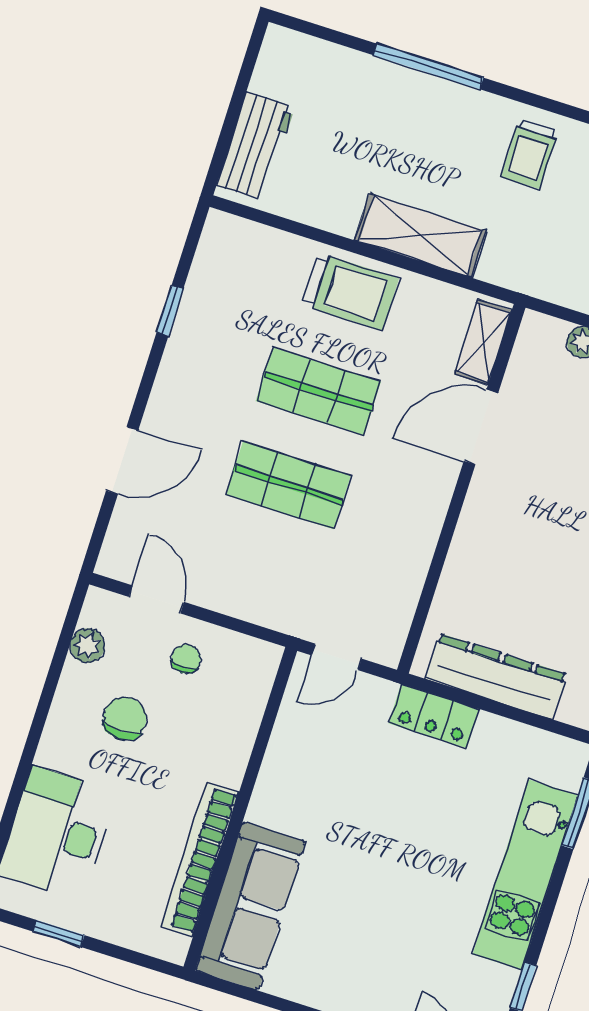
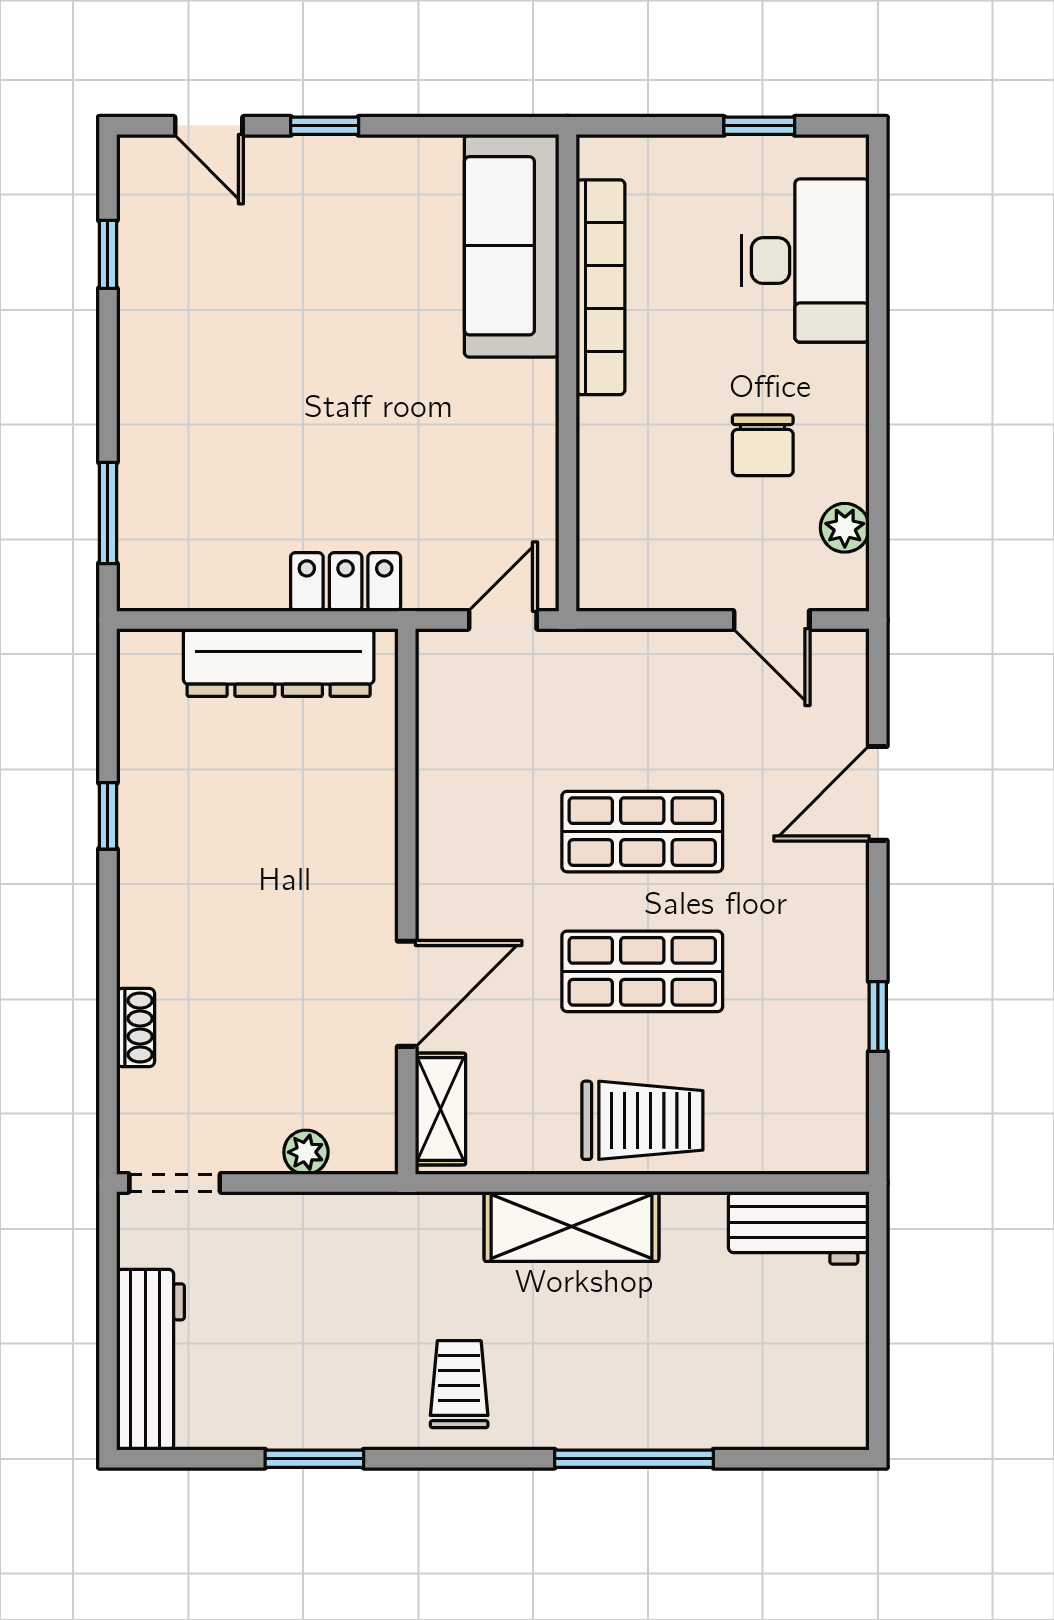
workbench: (256, 146) -> (799, 1228), moved, turned -90
trolley: (350, 291) -> (642, 1120), turned 180
chair: (186, 659) -> (706, 552), removed
kitchen unit: (525, 875) -> (153, 407), removed

